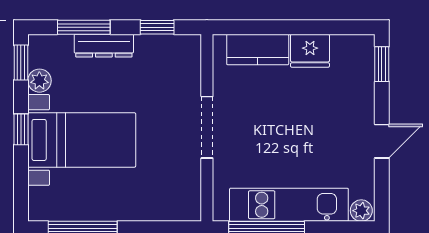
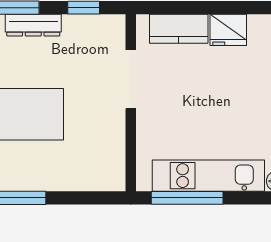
doorway: (207, 127) -> (131, 79), moved

